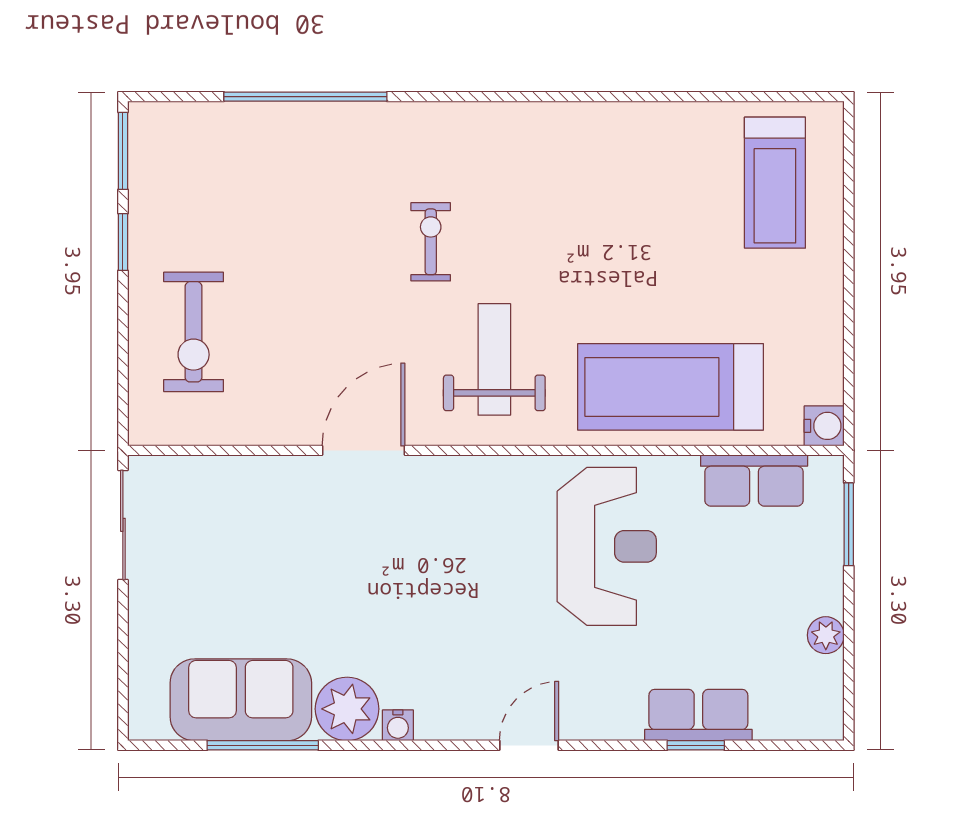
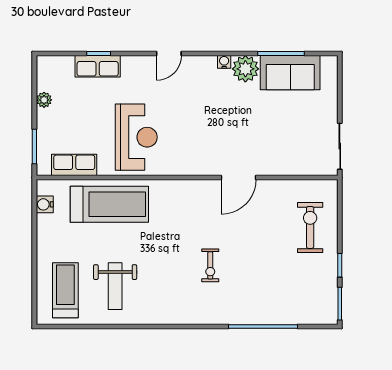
weight bench: (494, 359) -> (115, 286), moved
water cooler: (824, 426) -> (45, 204), moved
reception desk: (607, 546) -> (136, 137), turned 180

